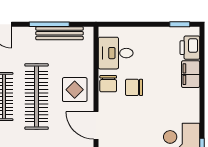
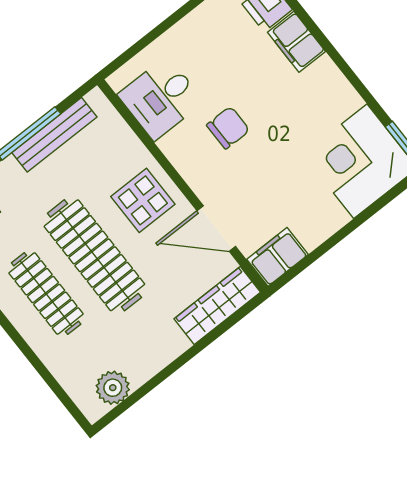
chair: (108, 84) -> (186, 152), removed
chair: (134, 87) -> (228, 128), turned 180

